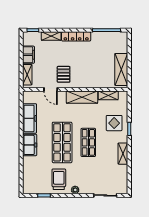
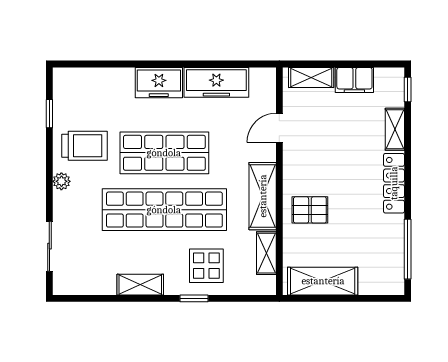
pallet: (64, 74) -> (310, 210), moved
shop shelf: (88, 142) -> (164, 210), width x2.00, depth x1.36

